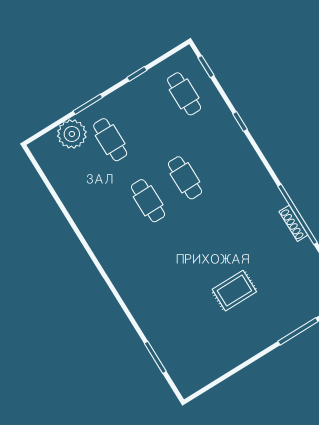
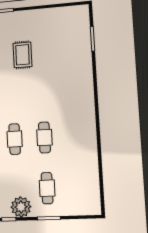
plant: (72, 134) -> (21, 207), moved
rug: (234, 291) -> (22, 55), turned 90

